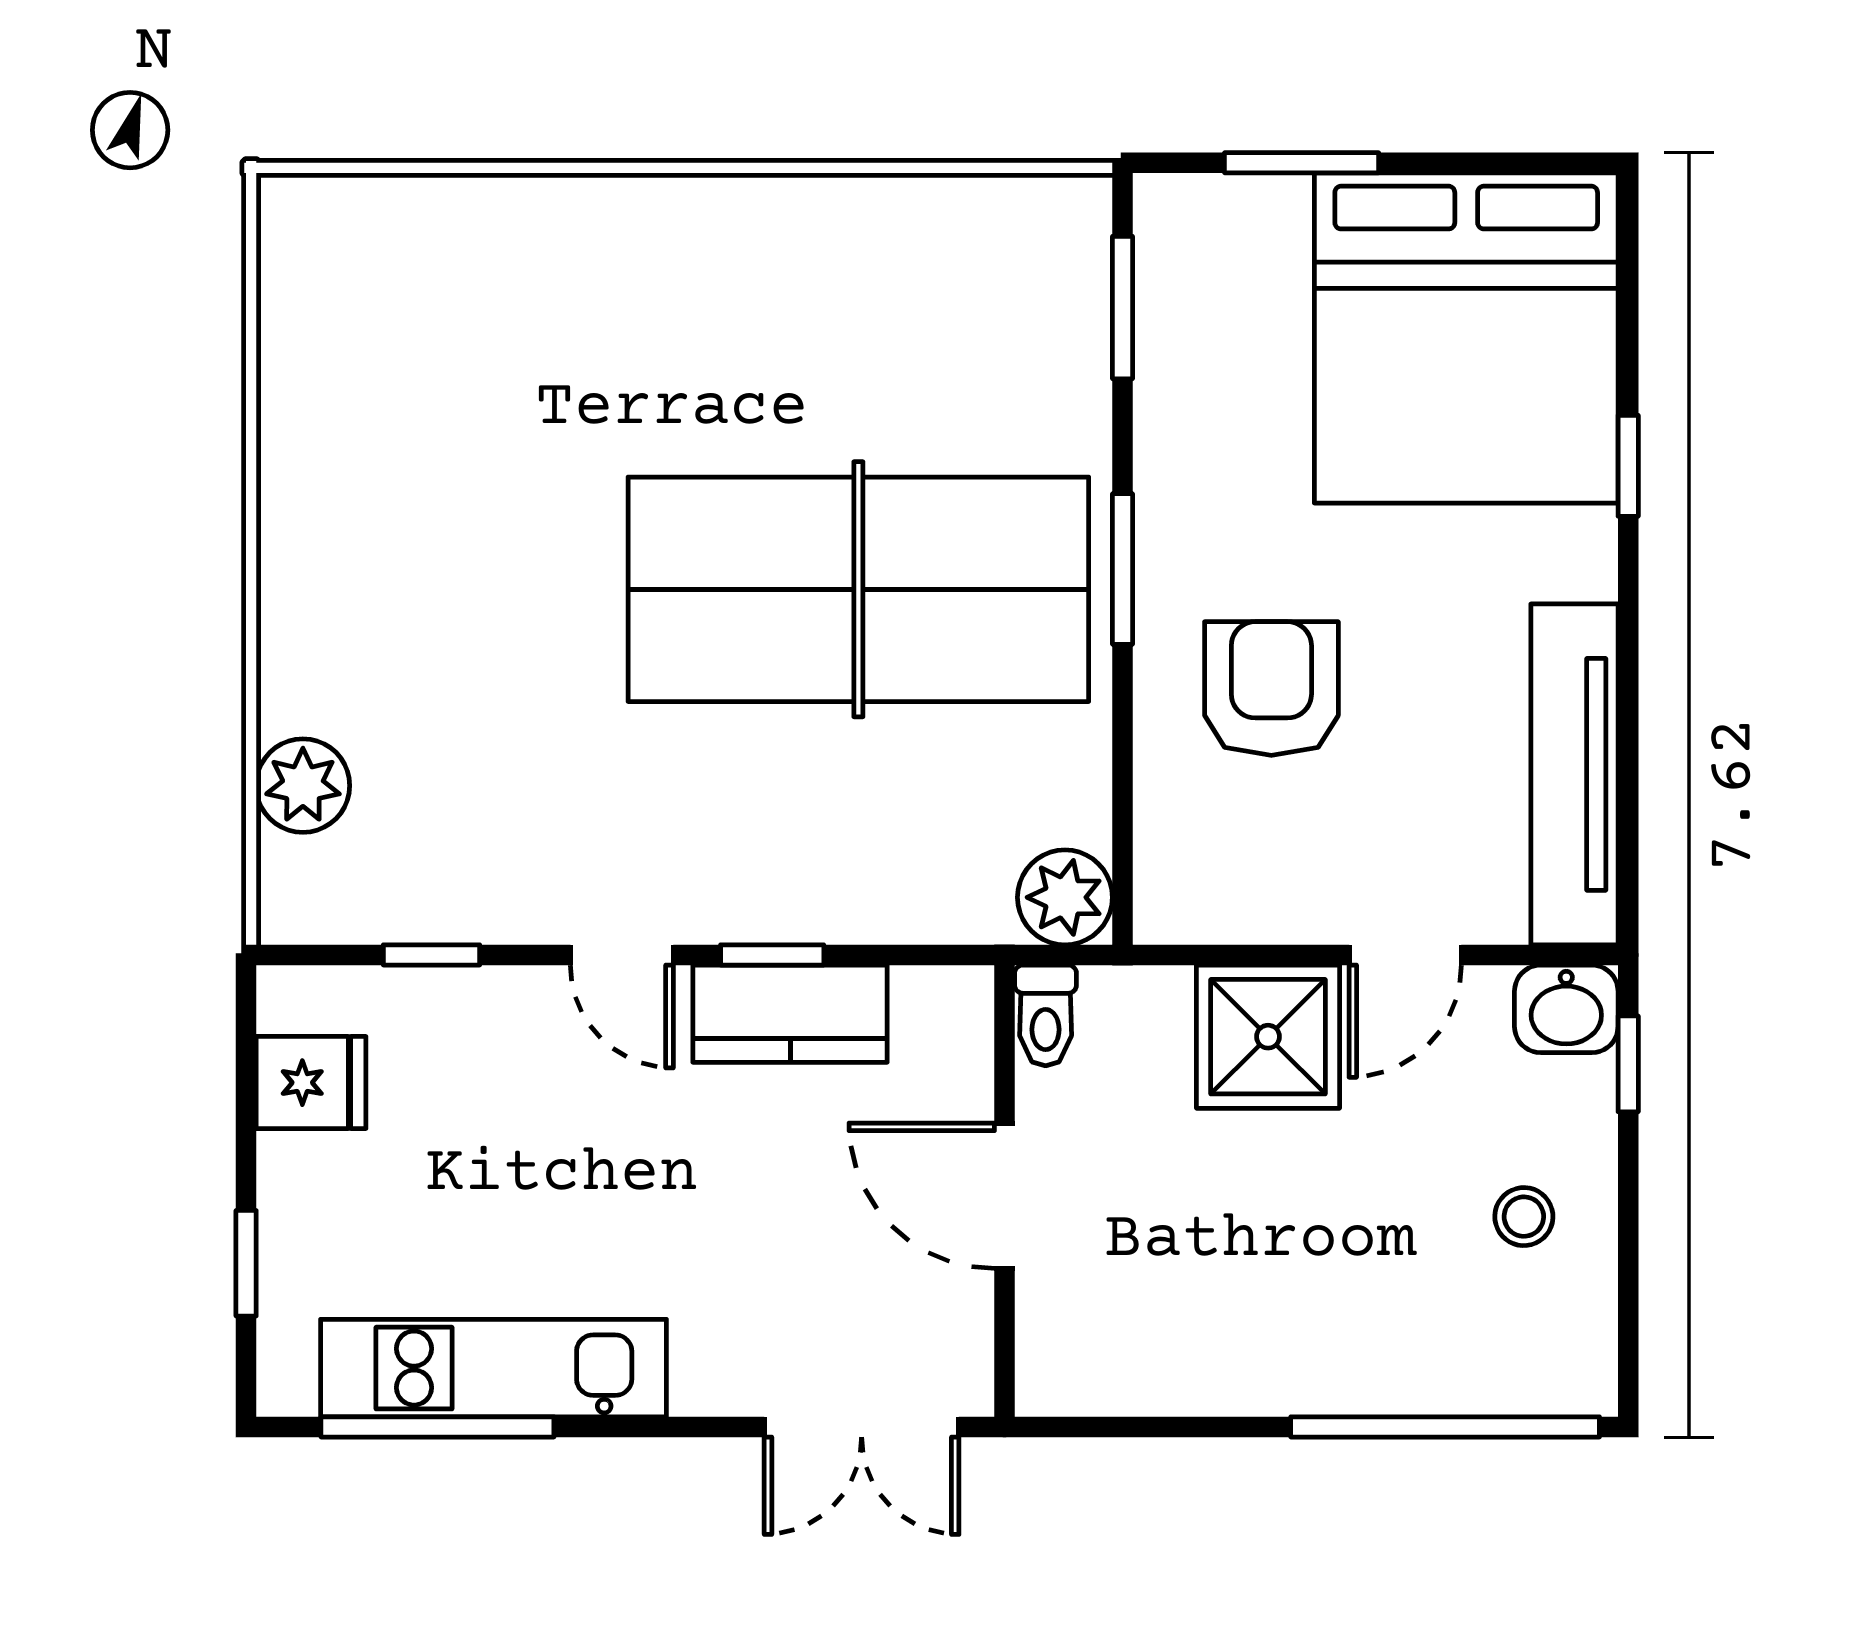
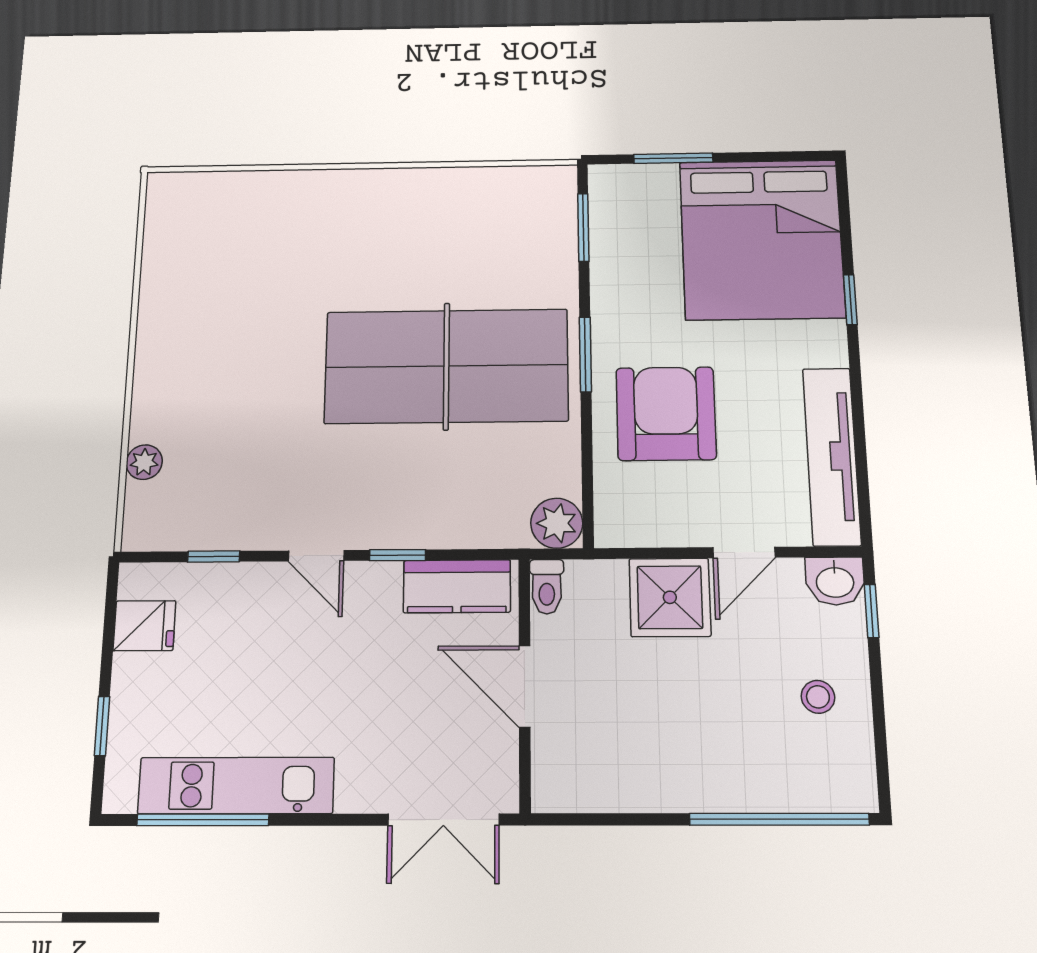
armchair: (1271, 689) -> (666, 414), width x1.36, depth x1.36
plant: (303, 786) -> (144, 462), width x0.73, depth x0.73
kitchen counter: (790, 1014) -> (457, 586), moved

